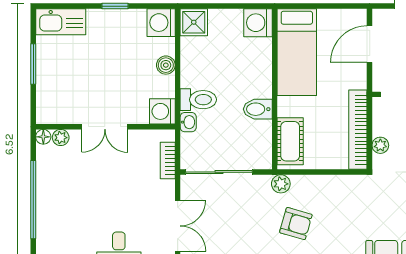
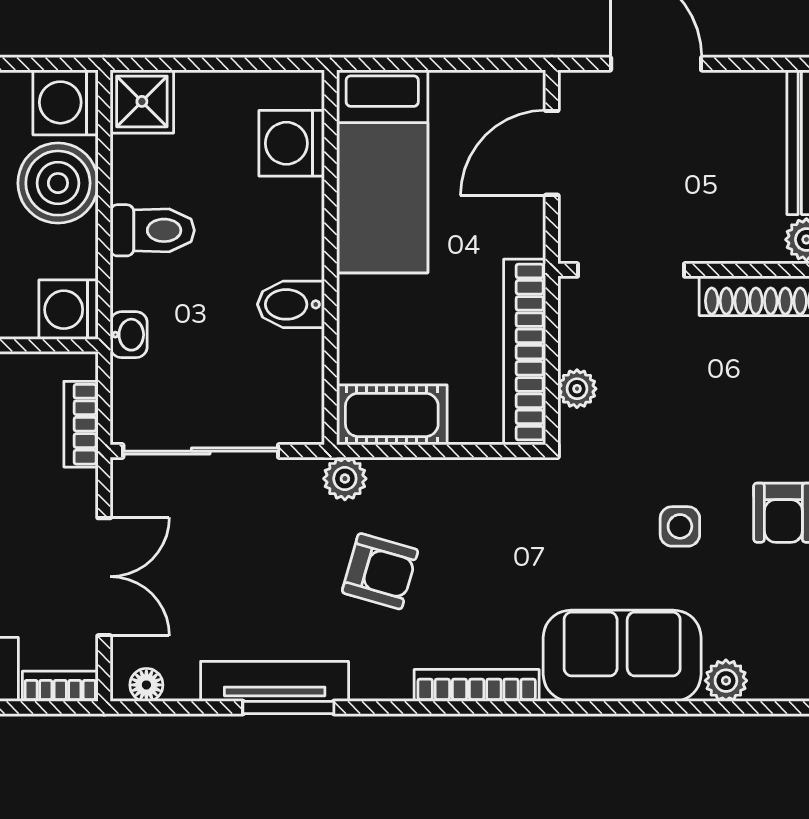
washing machine: (258, 23) -> (292, 143), moved
boiler: (166, 65) -> (58, 183), width x1.86, depth x1.86
toilet: (198, 100) -> (152, 230), moved
cot: (290, 141) -> (392, 415), moved, turned 90

